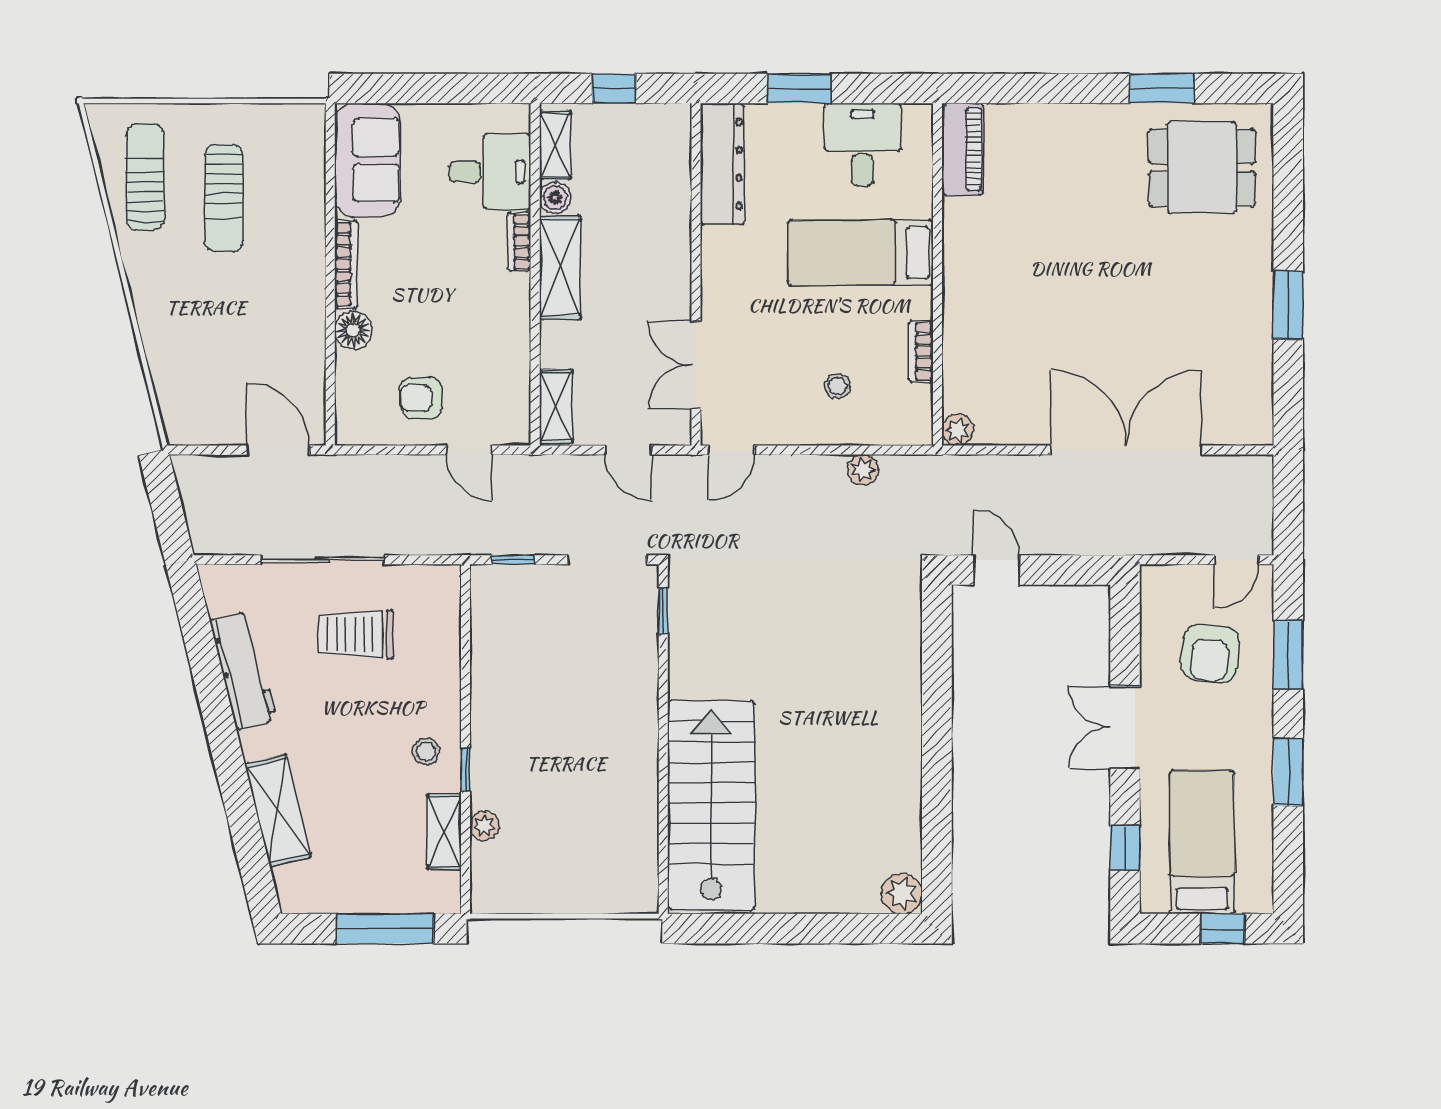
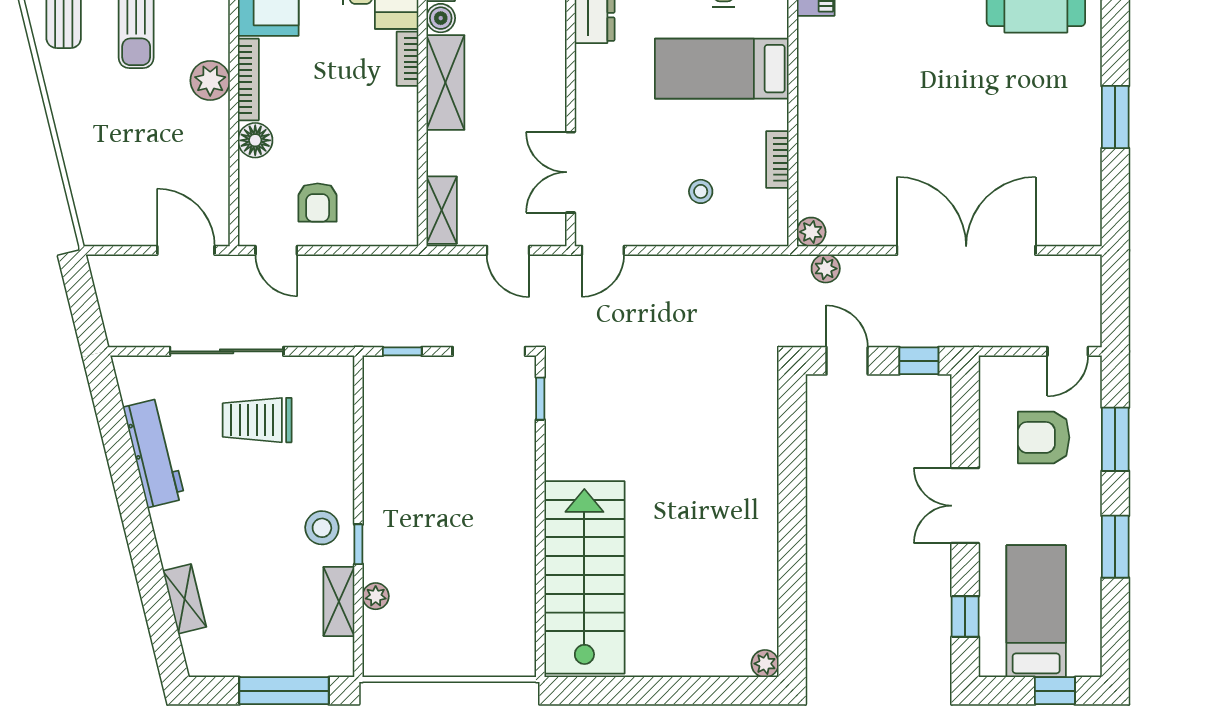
plant: (304, 265) -> (210, 81), added
armchair: (421, 398) -> (318, 203), turned -90
door: (469, 450) -> (276, 250), moved
plant: (863, 470) -> (826, 269), moved
window: (1075, 570) -> (919, 361), added
armchair: (1210, 653) -> (1044, 437), turned 84
stool: (426, 752) -> (322, 528), width x1.37, depth x1.37
shelving: (278, 810) -> (185, 599), width x0.67, depth x0.75
plant: (902, 894) -> (765, 664), width x0.73, depth x0.73

